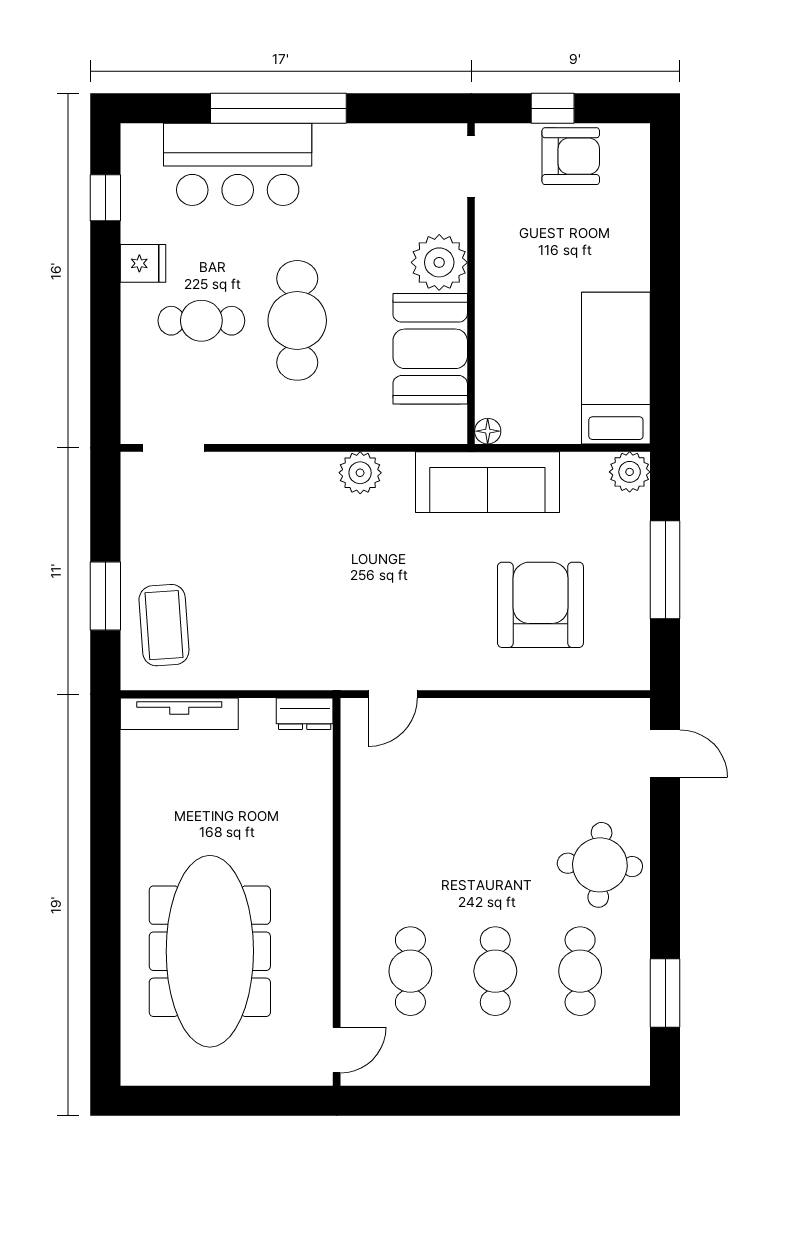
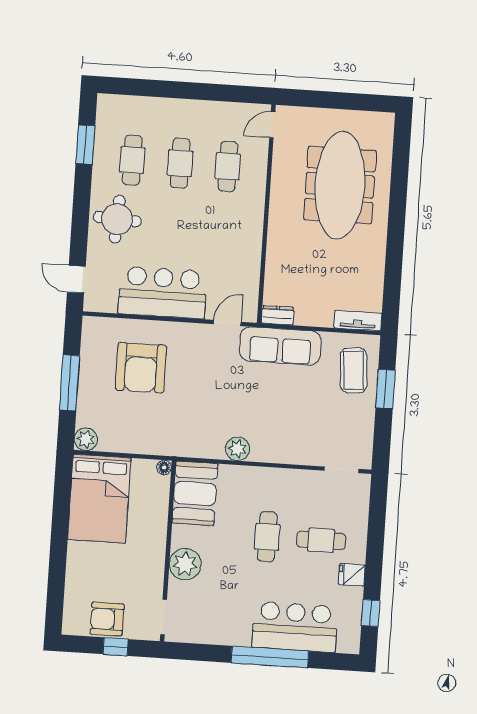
cafe table: (297, 320) -> (267, 537), width x0.73, depth x0.74
booth: (430, 349) -> (195, 493), moved
bed: (616, 368) -> (99, 499), width x1.50
sofa: (487, 482) -> (280, 346), moved, turned 180
tv unit: (179, 714) -> (358, 321), width x0.71
bar counter: (511, 740) -> (162, 293), added

